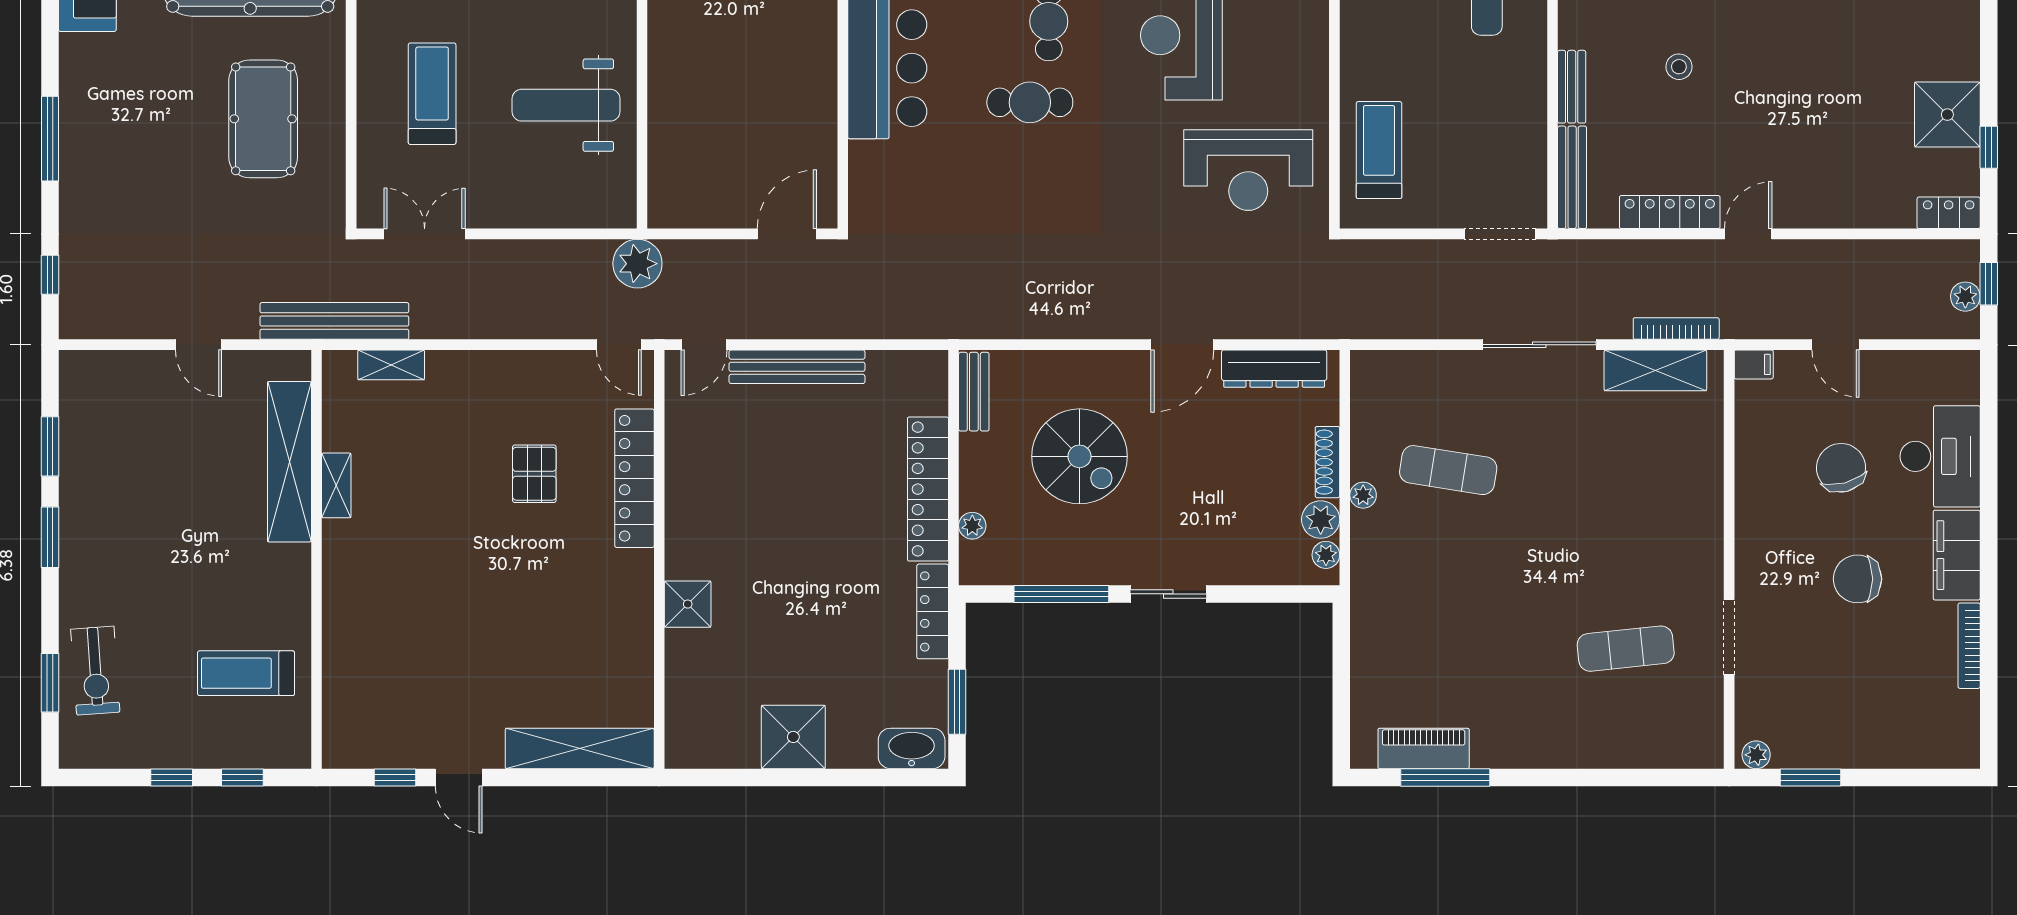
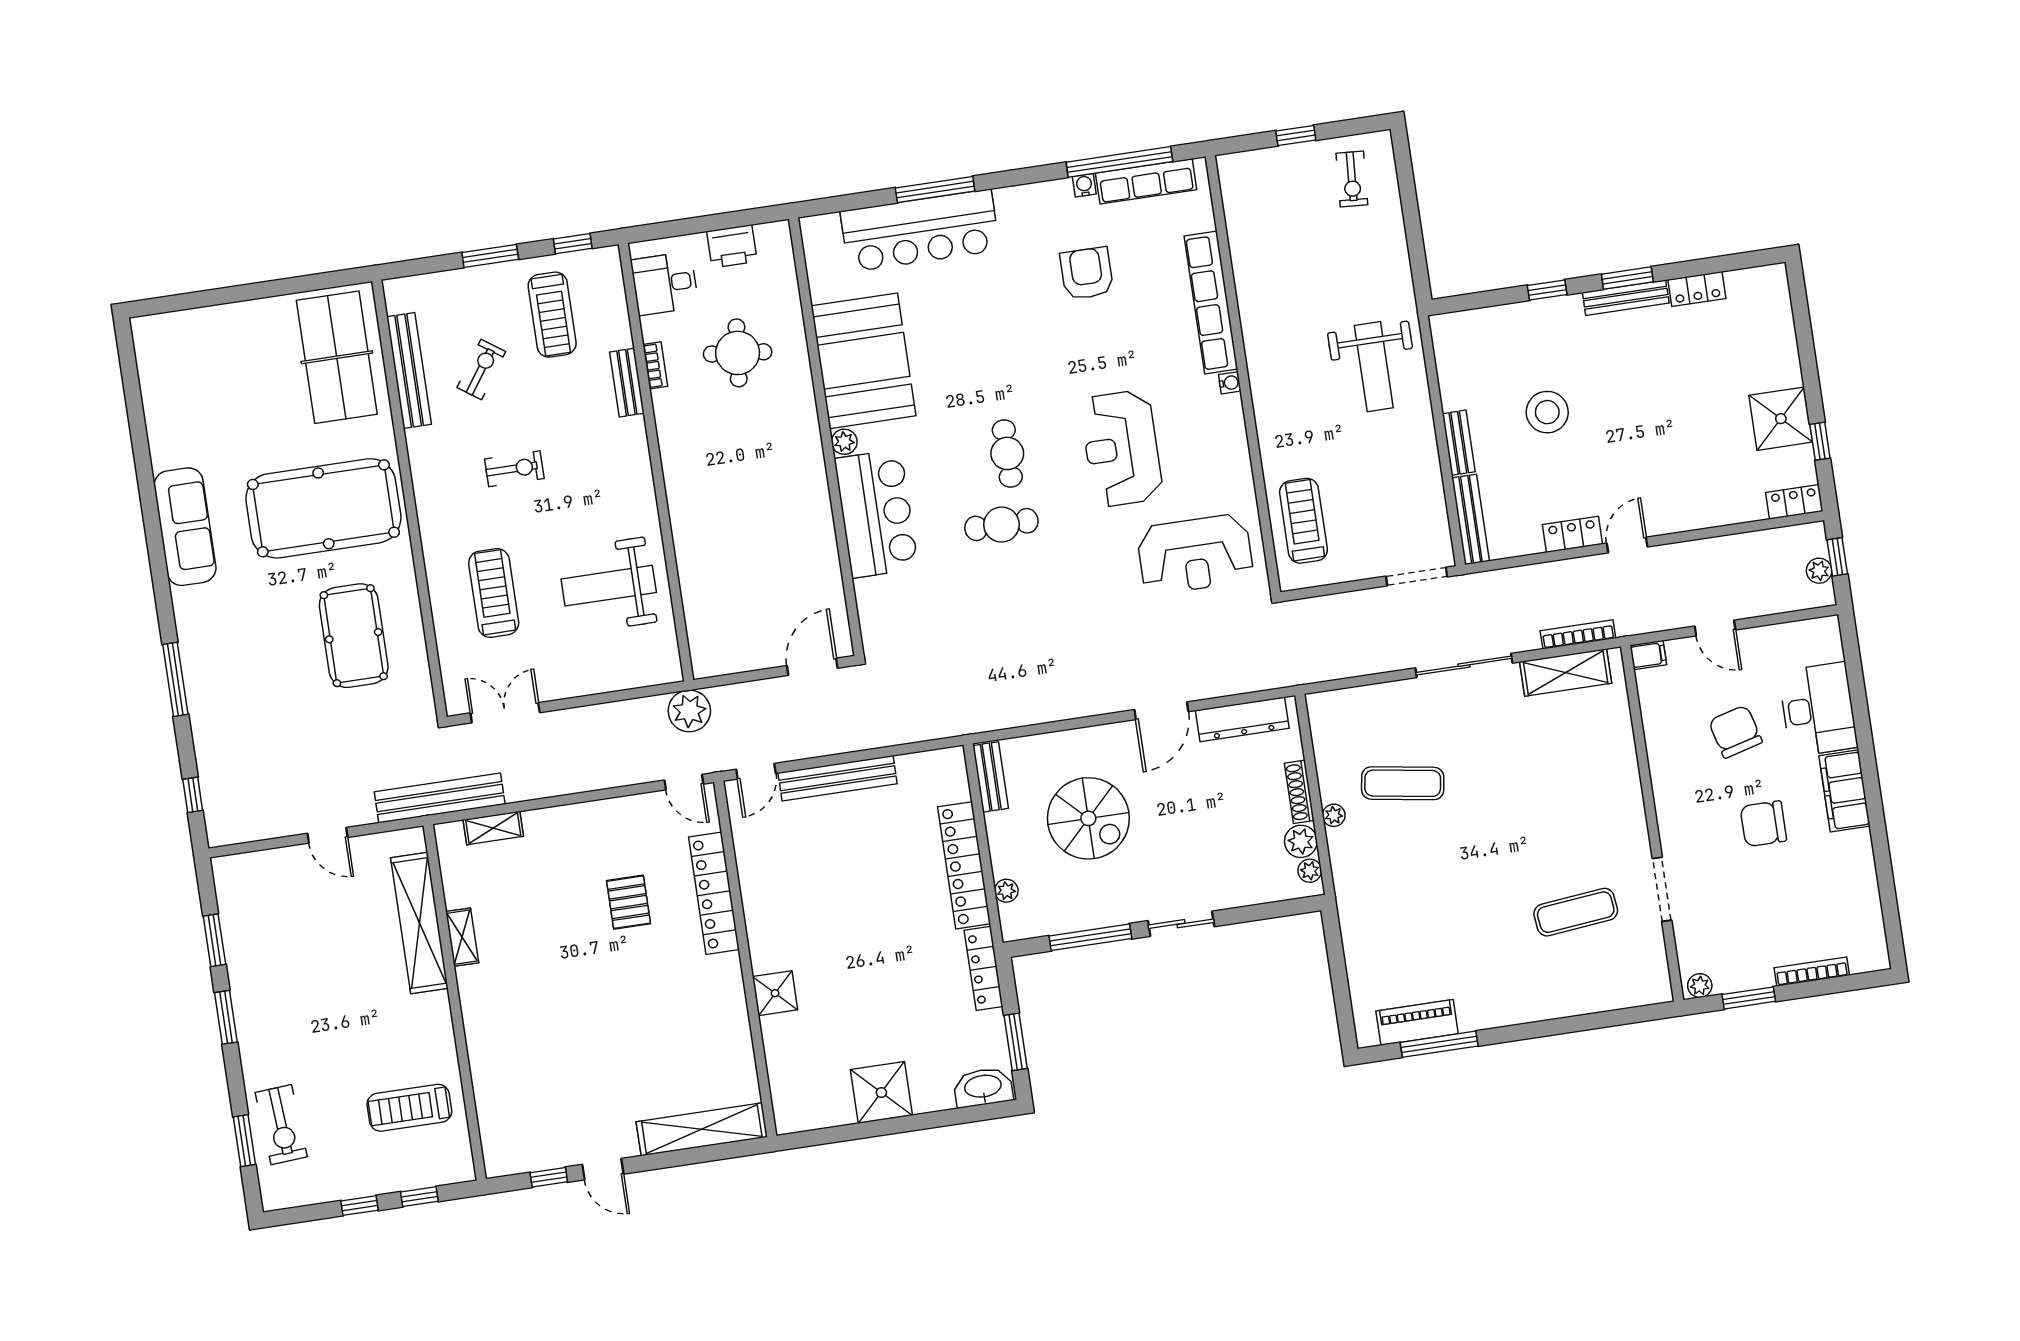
stool: (1679, 67) -> (1547, 412), width x1.89, depth x1.89
locker: (1670, 212) -> (1572, 534), width x0.66
bookcase: (1969, 646) -> (1812, 972), moved, turned 90

